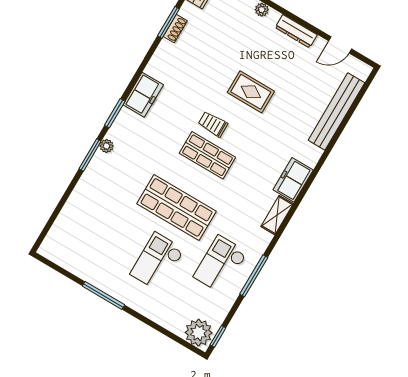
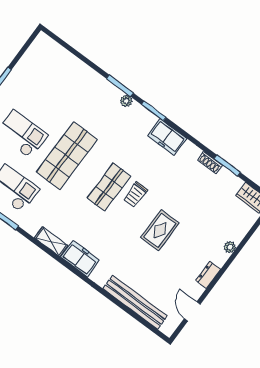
shoe rack: (175, 29) -> (210, 162), moved
dresser: (296, 31) -> (208, 275), width x0.70
trolley: (213, 124) -> (135, 195), turned 180

